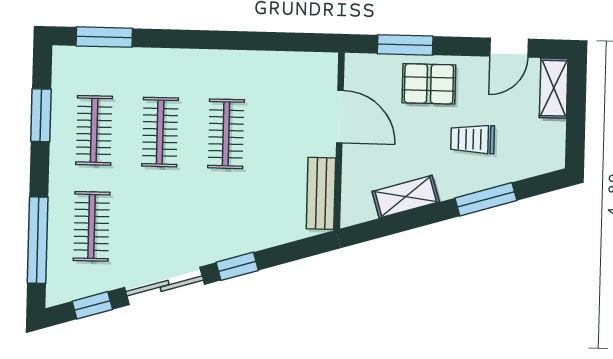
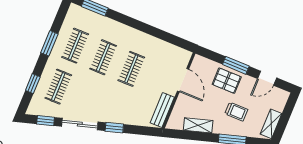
window: (405, 45) -> (236, 65), moved
shelving: (554, 88) -> (271, 124), moved
window: (41, 115) -> (49, 43), moved
trolley: (472, 139) -> (236, 112), turned 180
window: (38, 240) -> (33, 84), width x0.46

